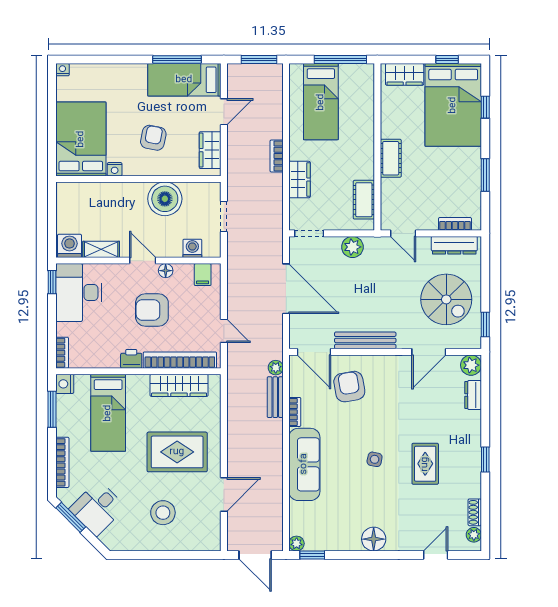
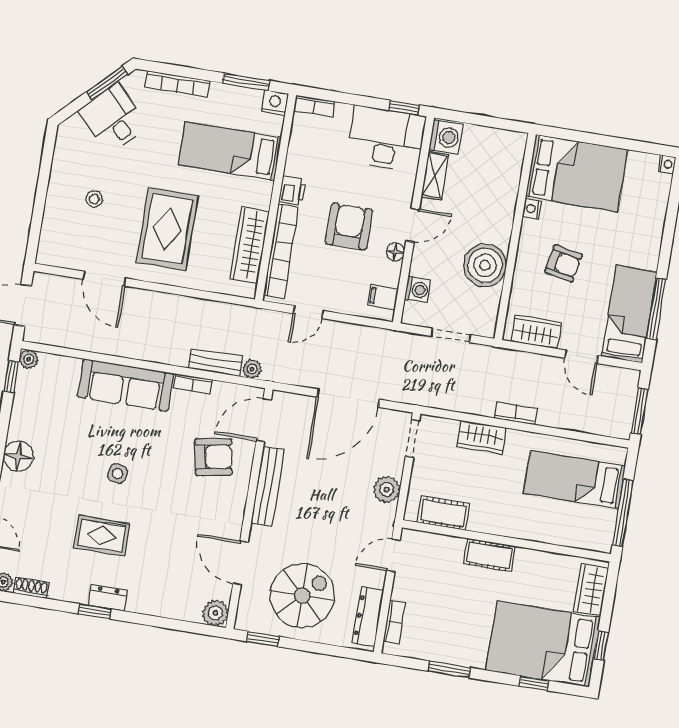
spiral stairs: (446, 299) -> (302, 596), turned 180
dresser: (473, 395) -> (108, 598), moved
stool: (163, 513) -> (94, 199), width x0.53, depth x0.53

